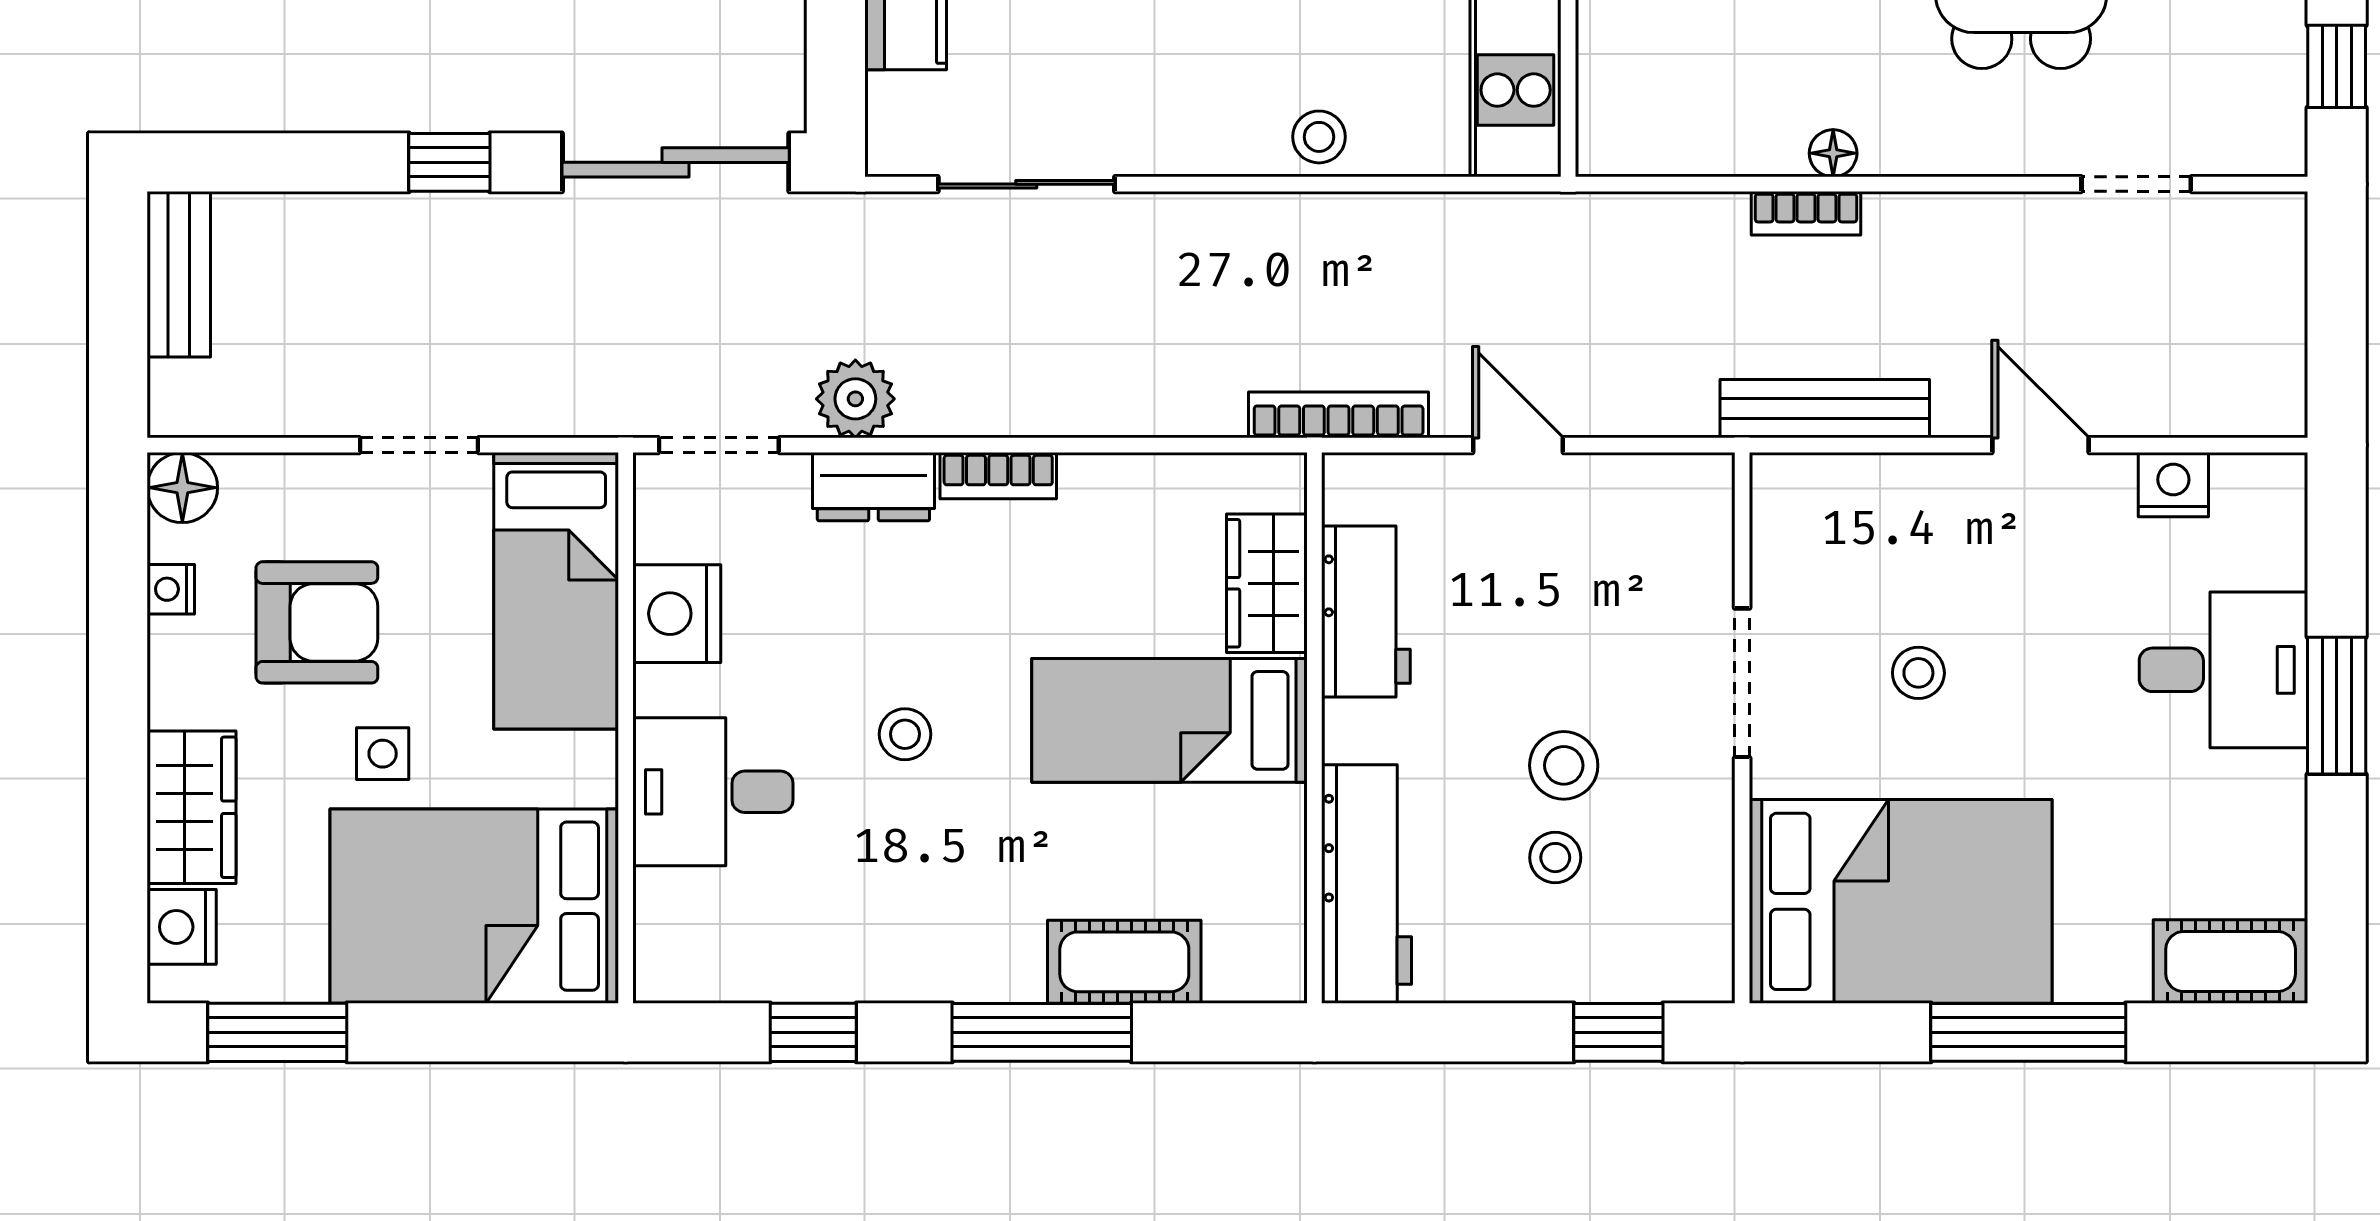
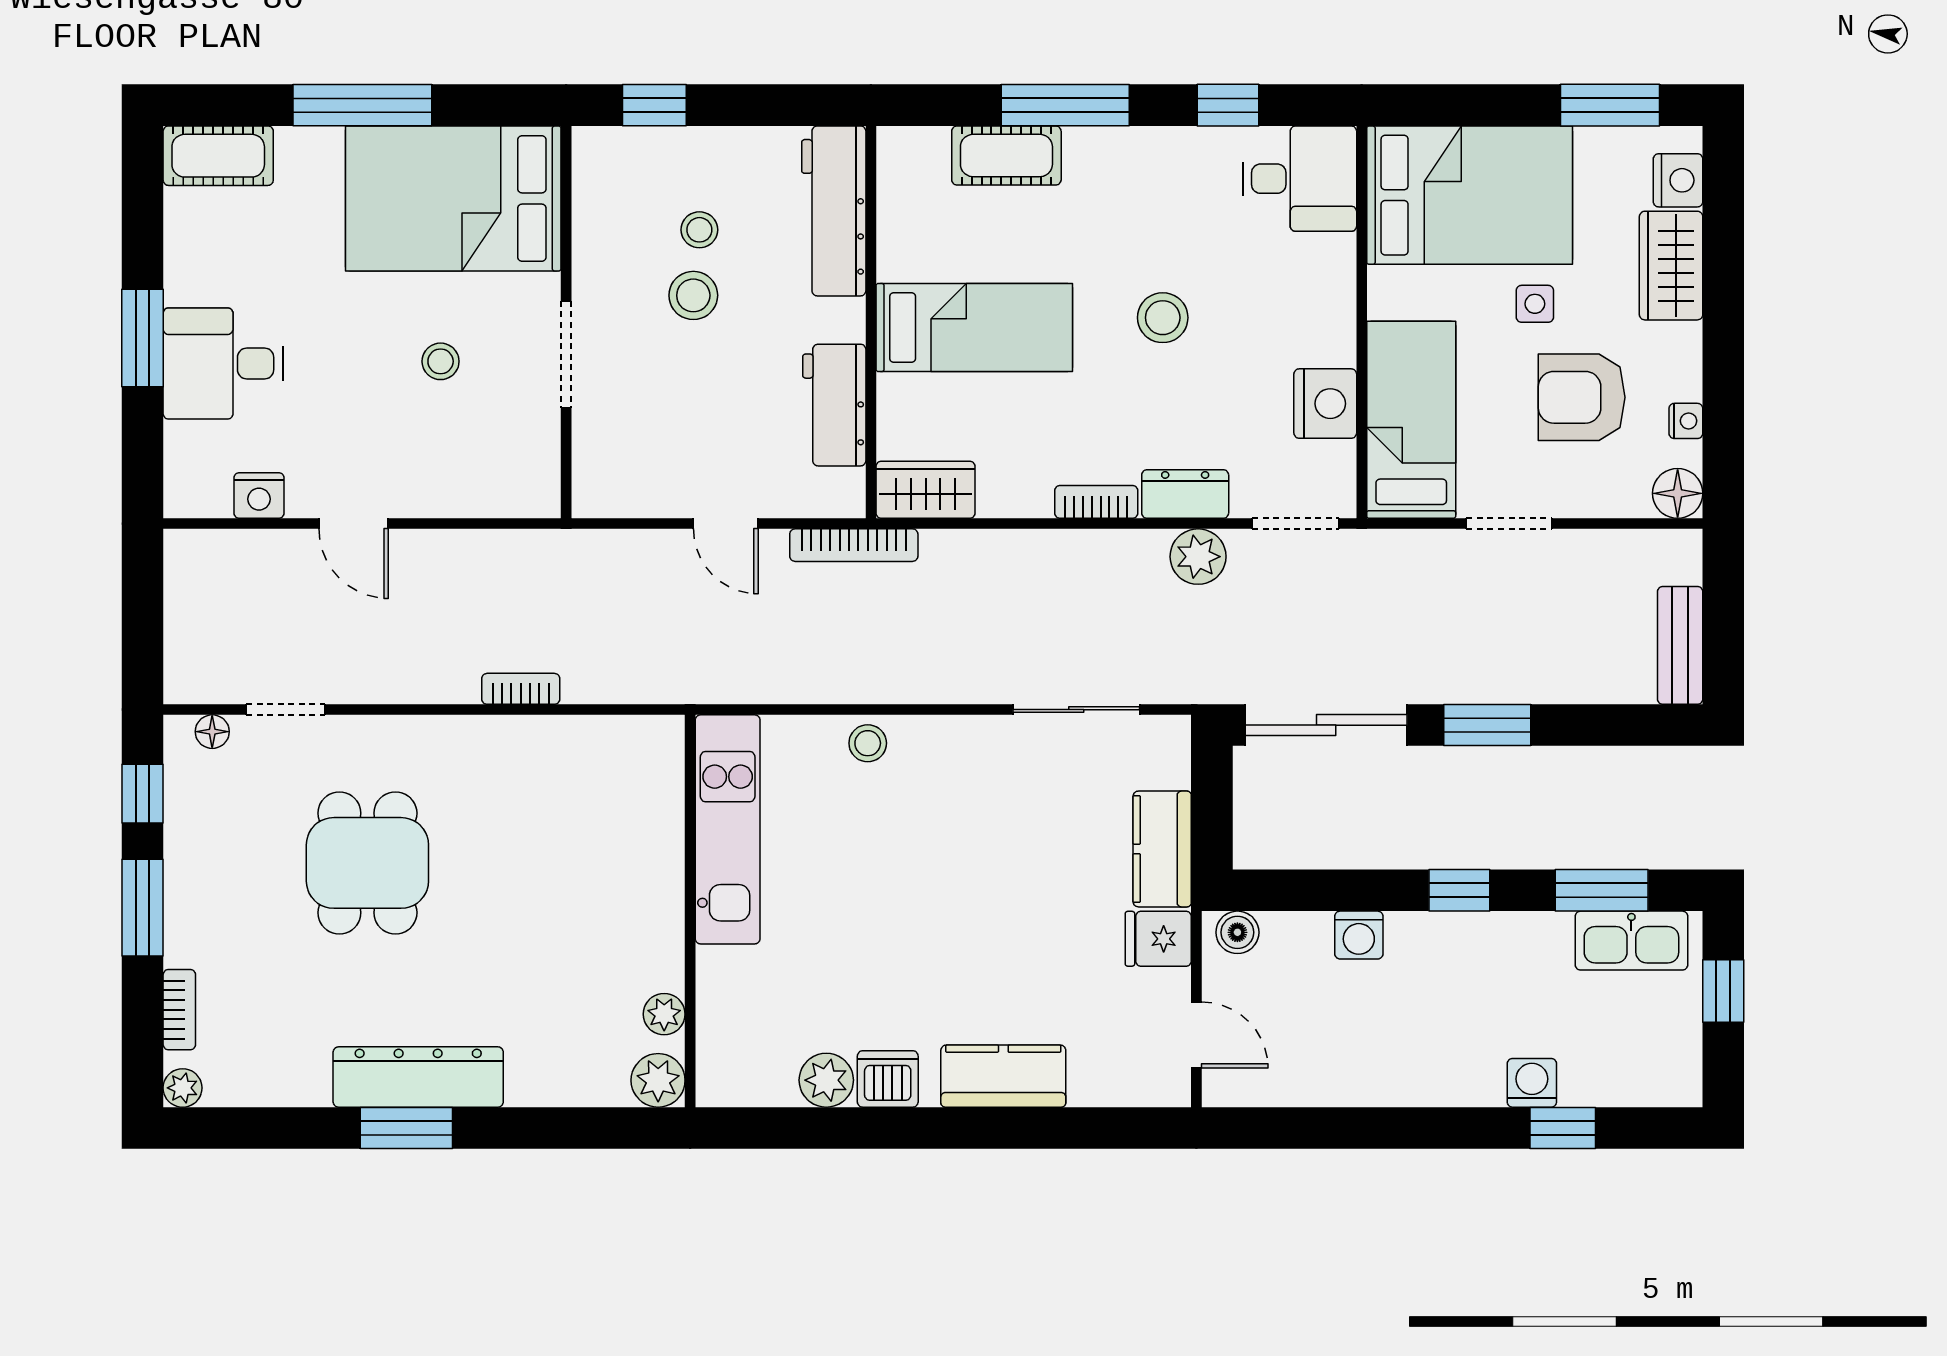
floor lamp: (1833, 153) -> (212, 732), moved
window: (449, 162) -> (1487, 725), width x1.50
bench: (1825, 409) -> (507, 550), removed
wardrobe: (1267, 583) -> (926, 490), moved, turned -90
stool: (905, 734) -> (1163, 318), width x1.37, depth x1.37
desk: (713, 792) -> (1300, 179), moved

